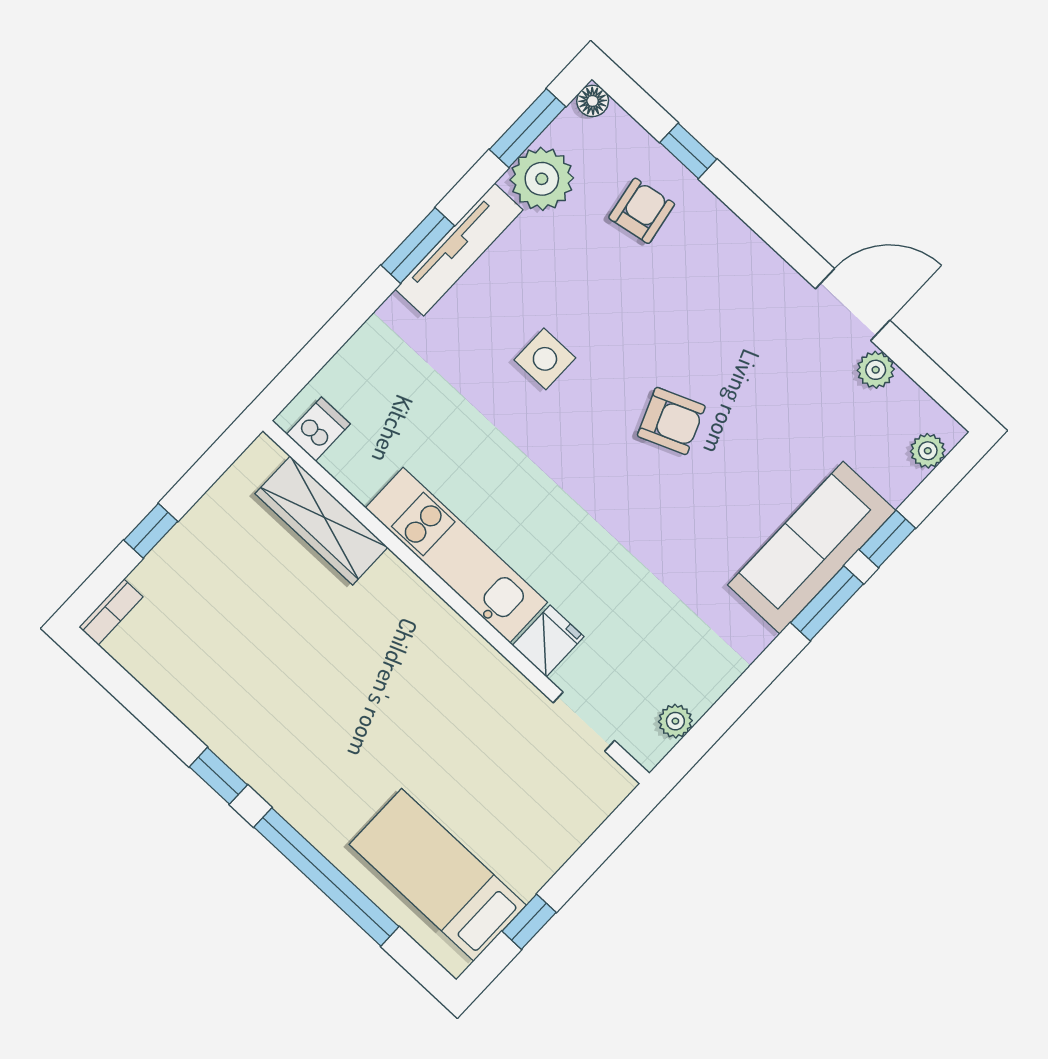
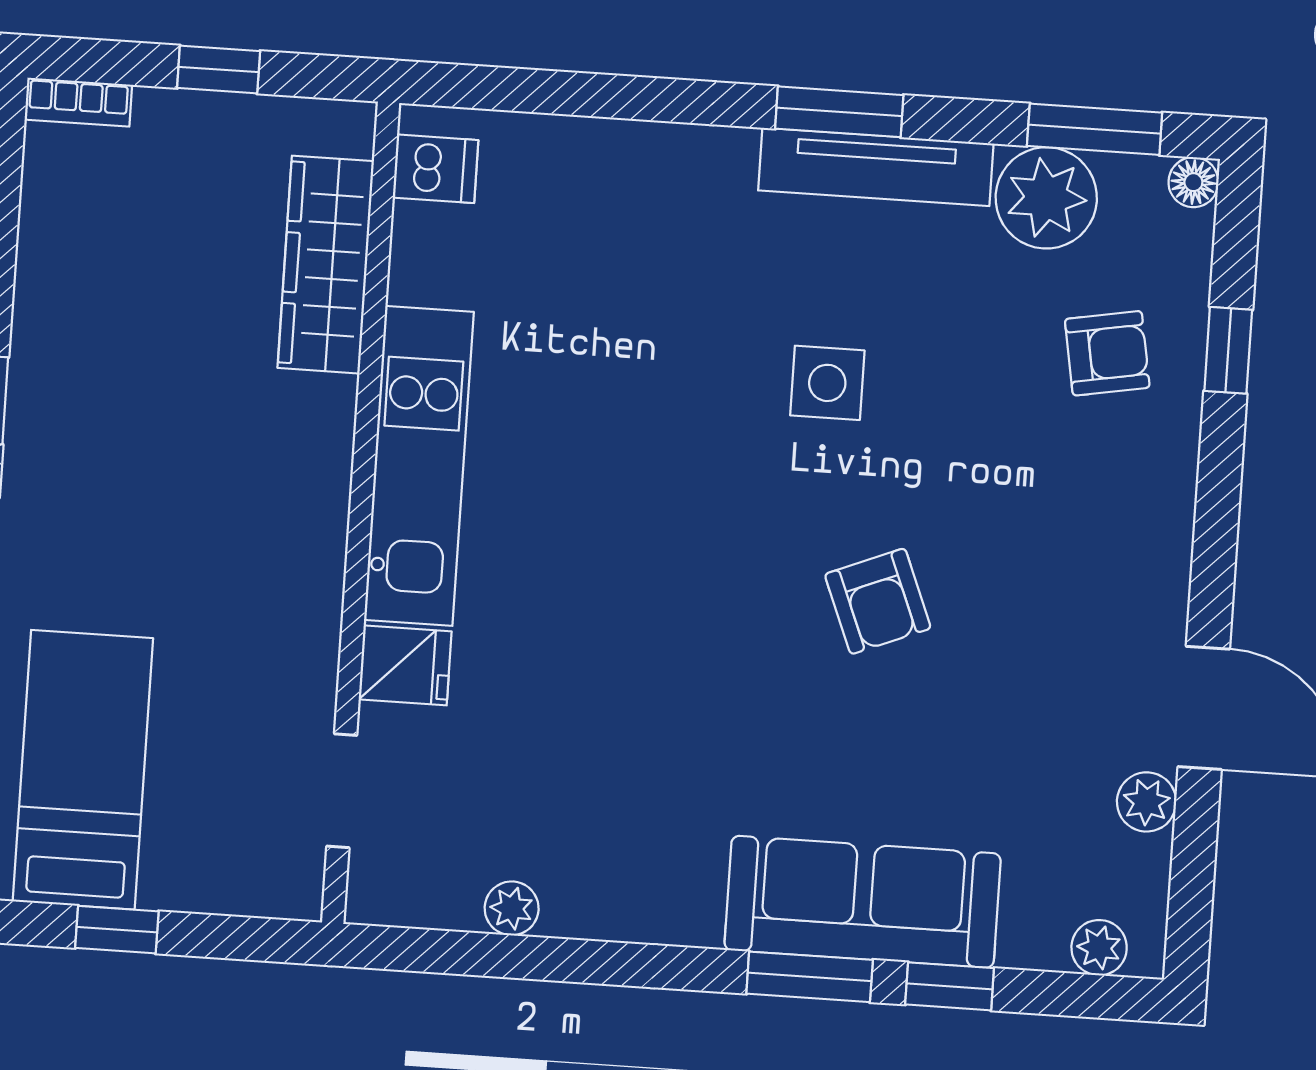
dishwasher: (318, 429) -> (436, 169), moved
wardrobe: (321, 521) -> (326, 265), moved
kitchen unit: (456, 555) -> (419, 466), moved
wall: (456, 602) -> (361, 513), moved
fridge: (548, 641) -> (405, 665), moved
doorway: (584, 722) -> (342, 791), moved

